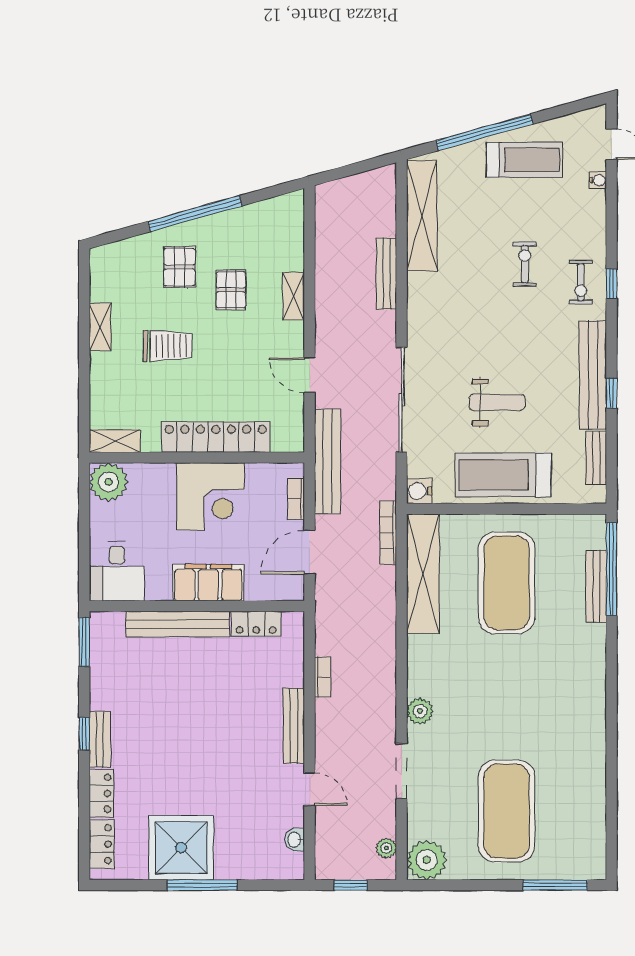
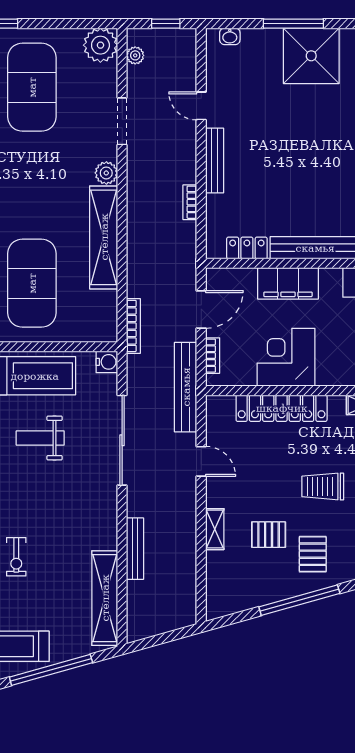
pallet: (231, 290) -> (269, 535), turned 90
shelving: (423, 574) -> (104, 237), moved
washbasin: (295, 840) -> (230, 36), moved, turned 90

